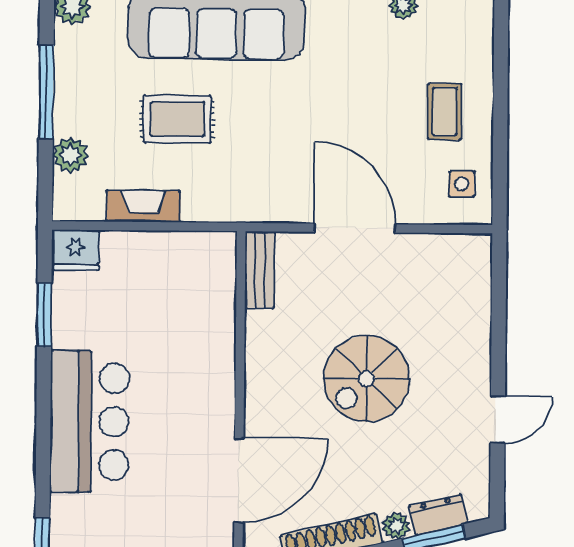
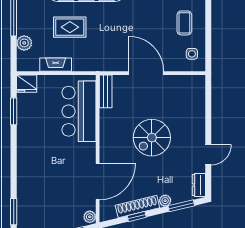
bar counter: (90, 422) -> (79, 111), moved, turned 180
dresser: (438, 515) -> (199, 185), moved, turned -76

